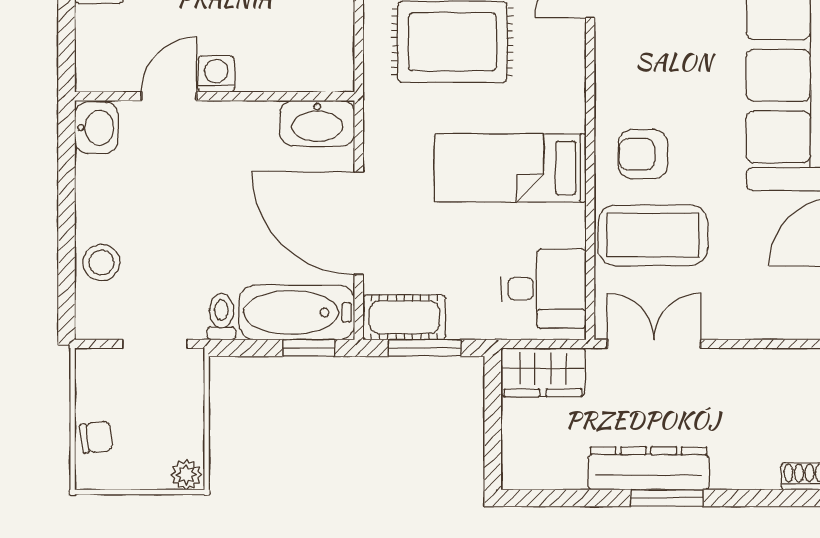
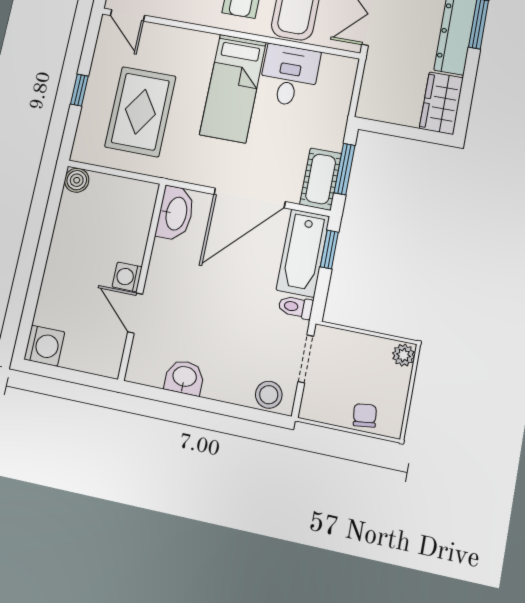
washbasin: (96, 128) -> (184, 377), moved
stool: (101, 263) -> (269, 395), moved
desk: (544, 289) -> (289, 76), moved
wardrobe: (543, 372) -> (441, 103), moved, turned 180

